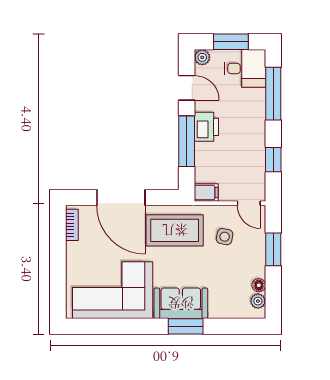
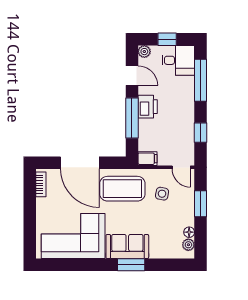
window: (231, 42) -> (167, 39), width x0.67

